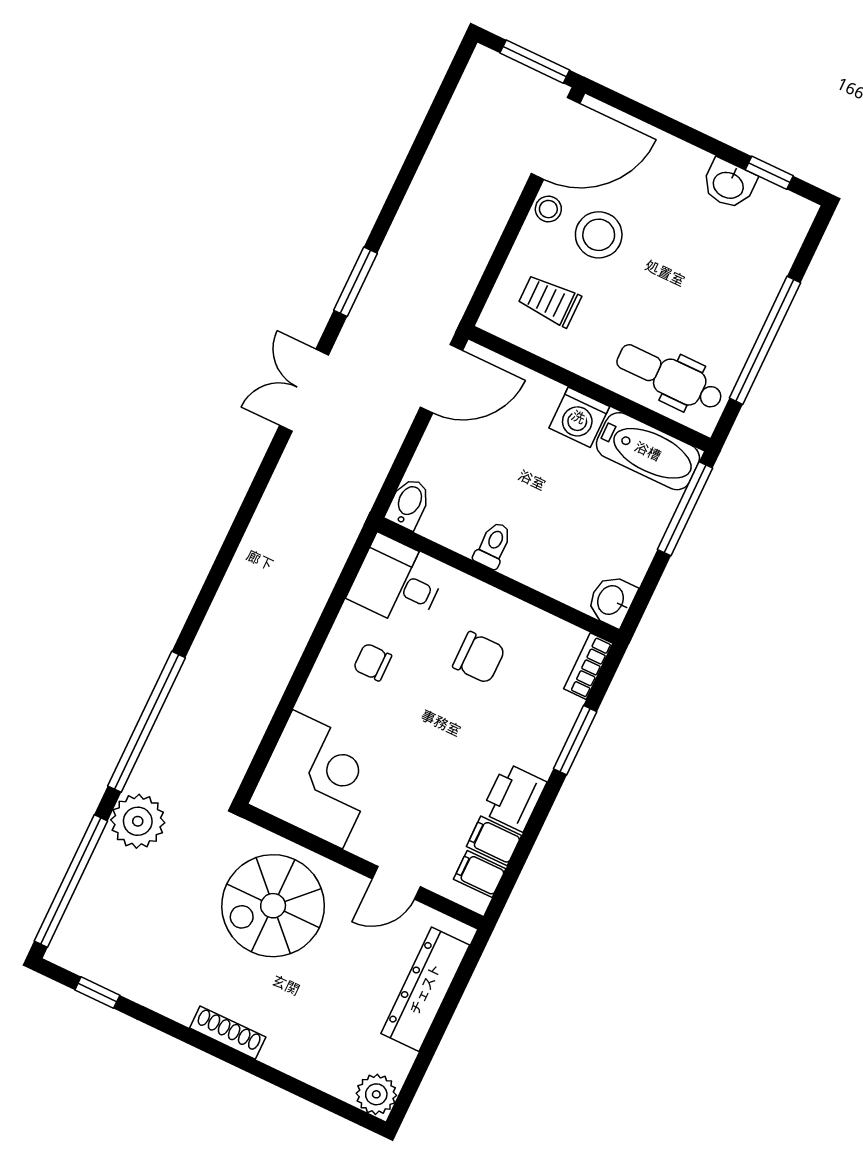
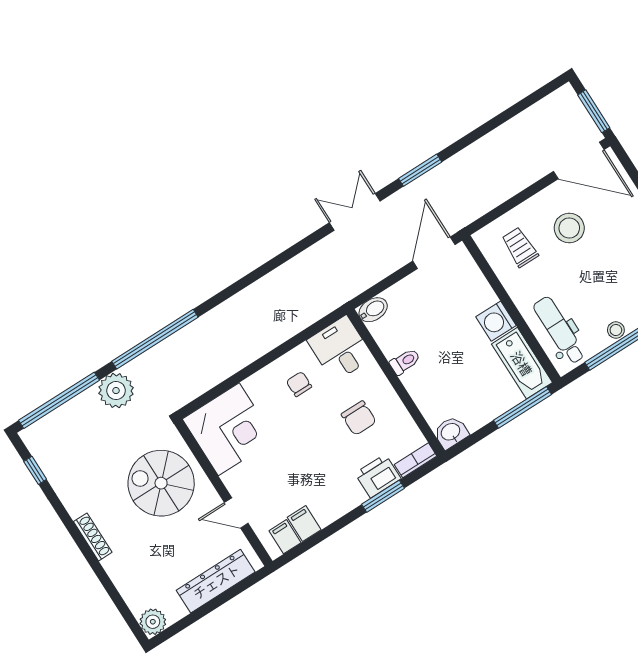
stool: (548, 209) -> (616, 330), moved
door: (441, 379) -> (434, 253), swing flipped
printer: (514, 797) -> (378, 476), moved

